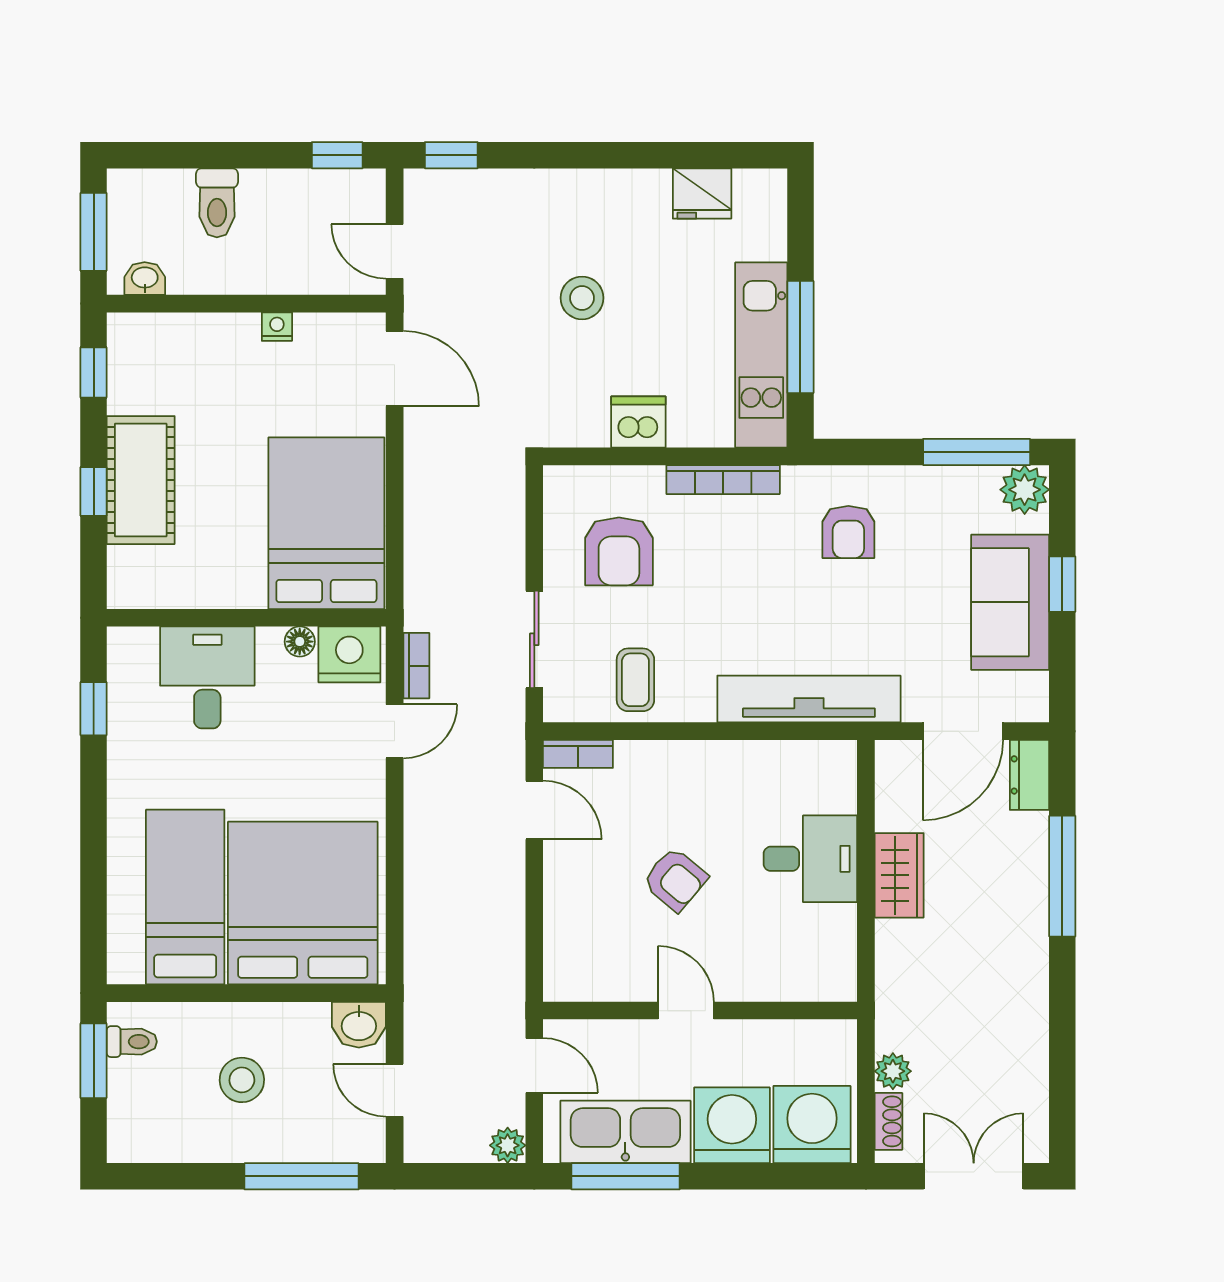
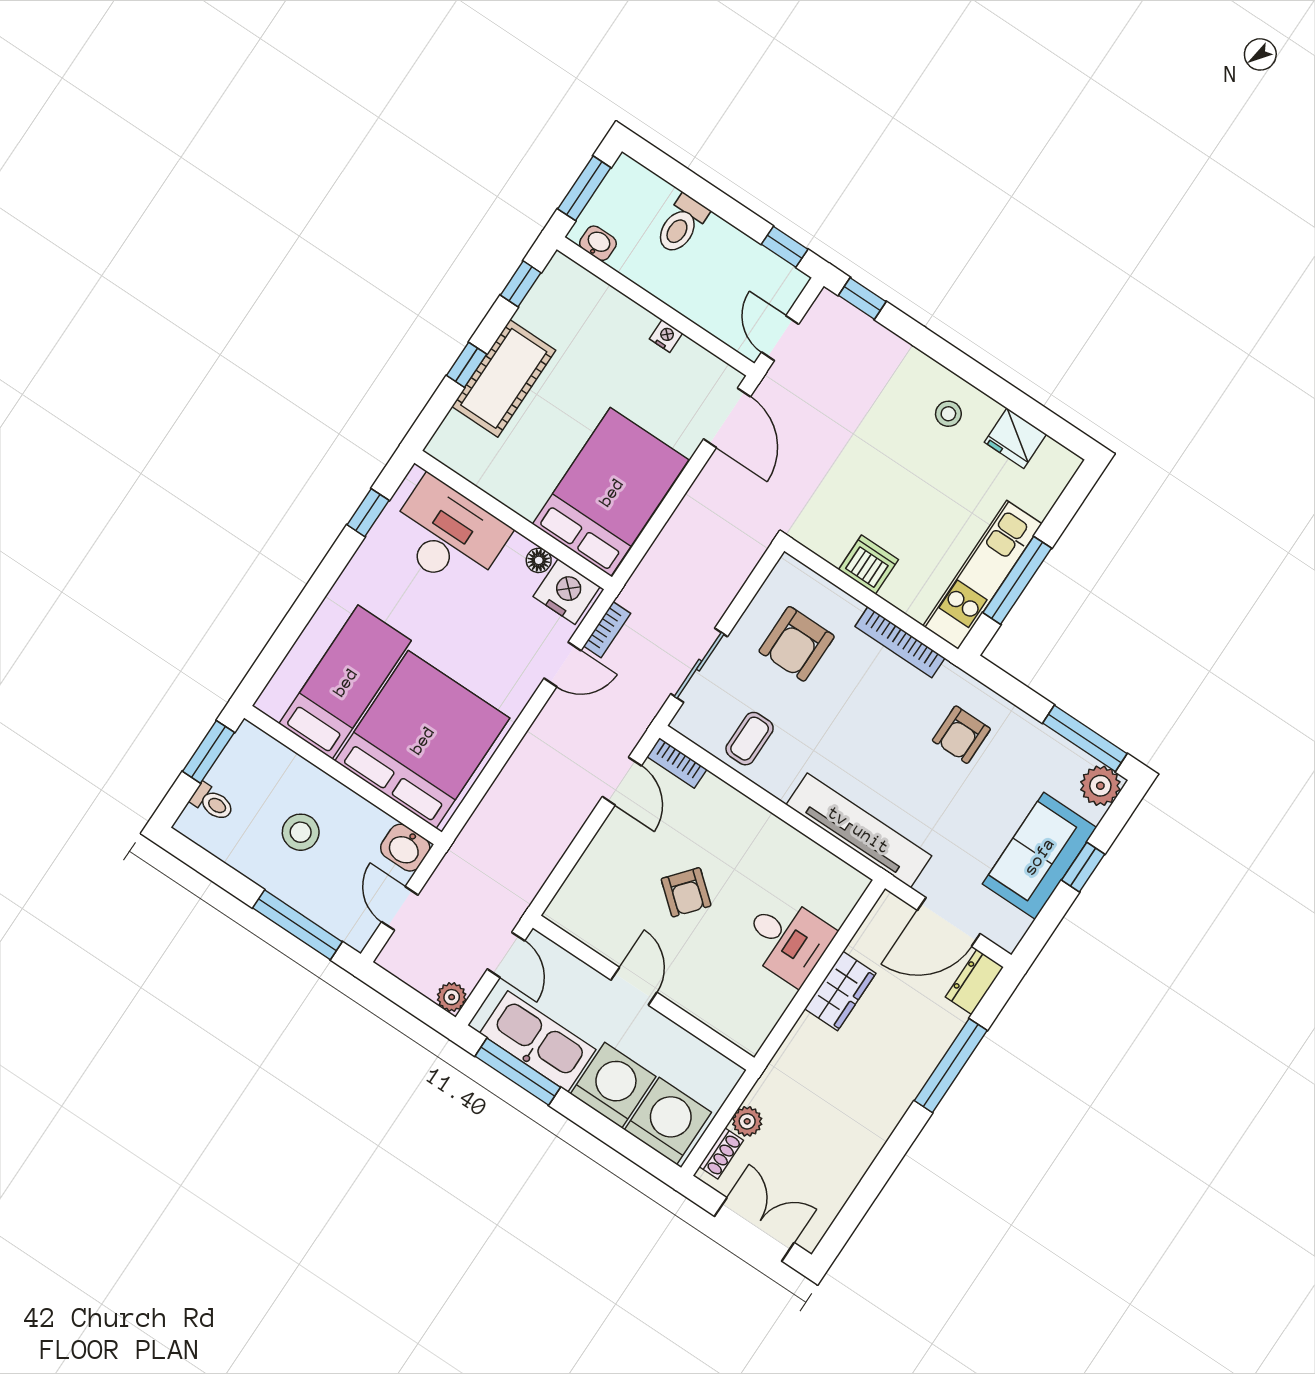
stool: (582, 298) -> (948, 414), moved, width x0.73, depth x0.73
desk: (207, 677) -> (448, 535), width x1.37
toilet: (132, 1042) -> (212, 802), moved

